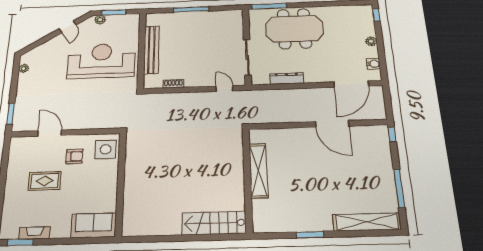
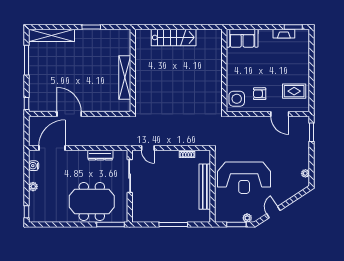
rug: (45, 181) -> (294, 91), moved
stairs: (214, 223) -> (174, 37), moved

